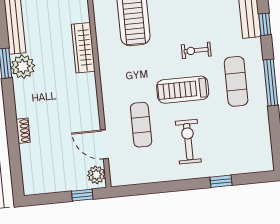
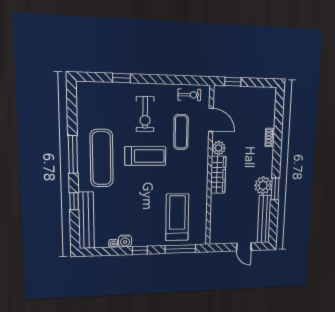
wardrobe: (83, 48) -> (218, 175), moved
exercise bike: (196, 50) -> (189, 95), moved
exercise mat: (236, 81) -> (102, 158), width x1.36, depth x1.45
plant: (96, 175) -> (219, 148), moved

